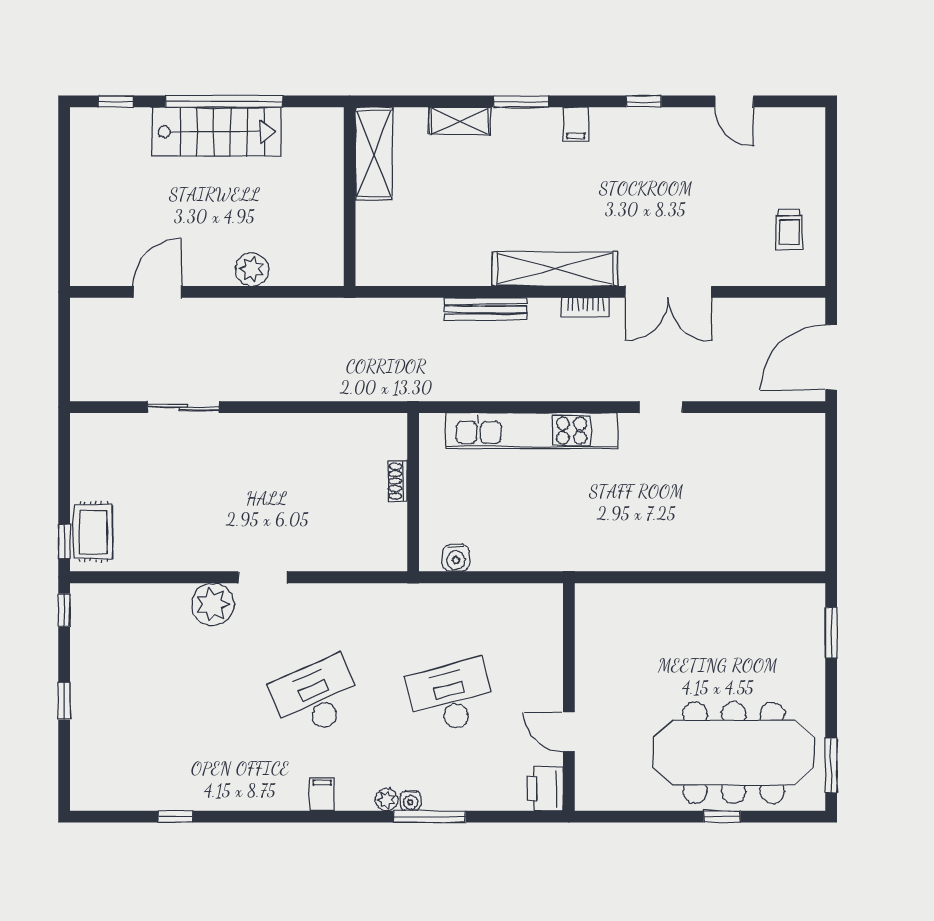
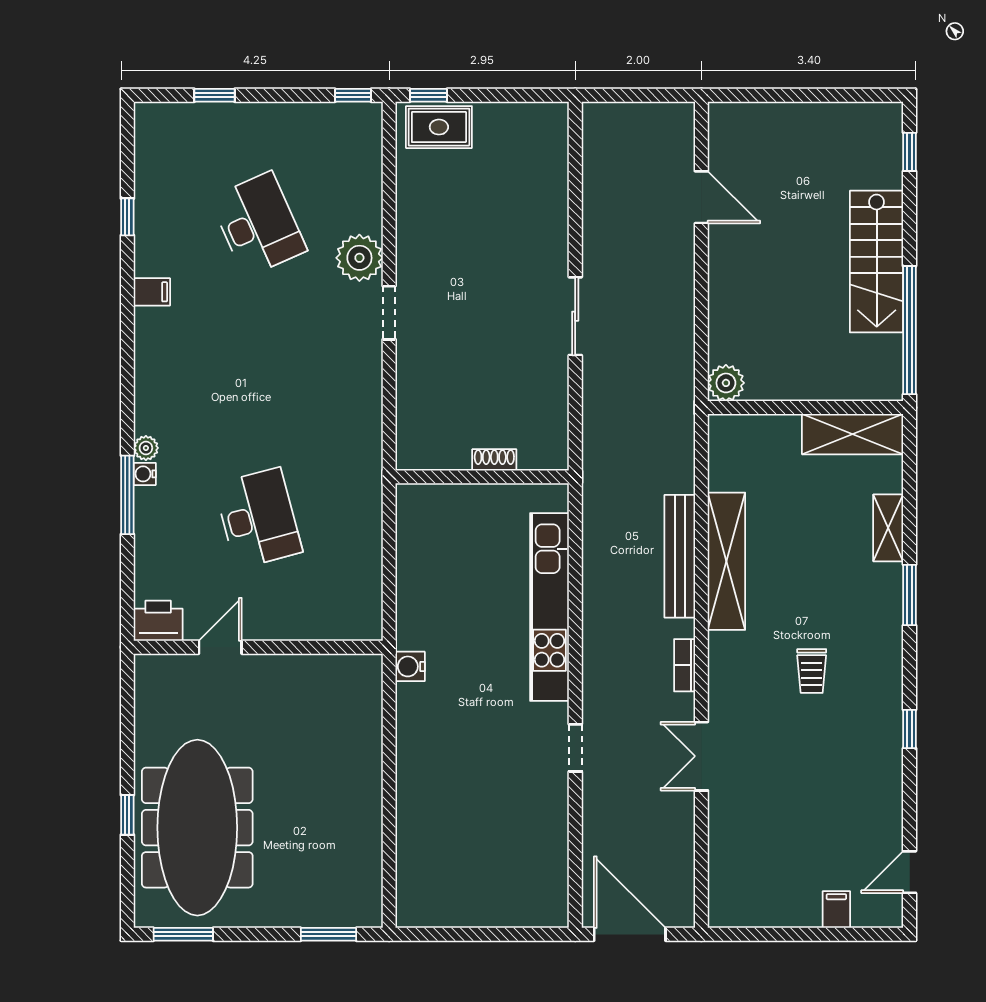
window: (224, 101) -> (910, 330), moved
door: (734, 101) -> (910, 872), moved
filing cabinet: (576, 124) -> (836, 910), moved, turned 90
trolley: (789, 230) -> (812, 671), moved, turned -90
plant: (252, 269) -> (726, 383), moved
shelving: (555, 269) -> (726, 561), moved
double door: (668, 292) -> (701, 756), width x0.73
bench: (486, 309) -> (680, 556), width x1.37, depth x1.21
sliding door: (183, 407) -> (575, 316), moved
water cooler: (456, 558) -> (410, 666), moved
desk: (316, 697) -> (258, 224), moved
window: (64, 701) -> (214, 95), moved
filing cabinet: (322, 794) -> (152, 292), moved

